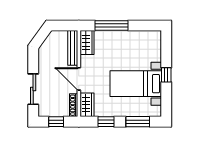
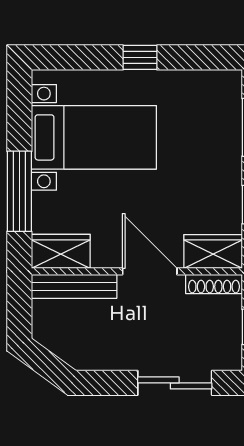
door: (79, 79) -> (150, 271), swing flipped
bed with nightstands: (136, 84) -> (94, 137), moved, turned -90

